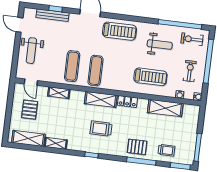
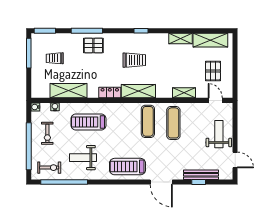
trolley: (166, 150) -> (55, 58), moved

